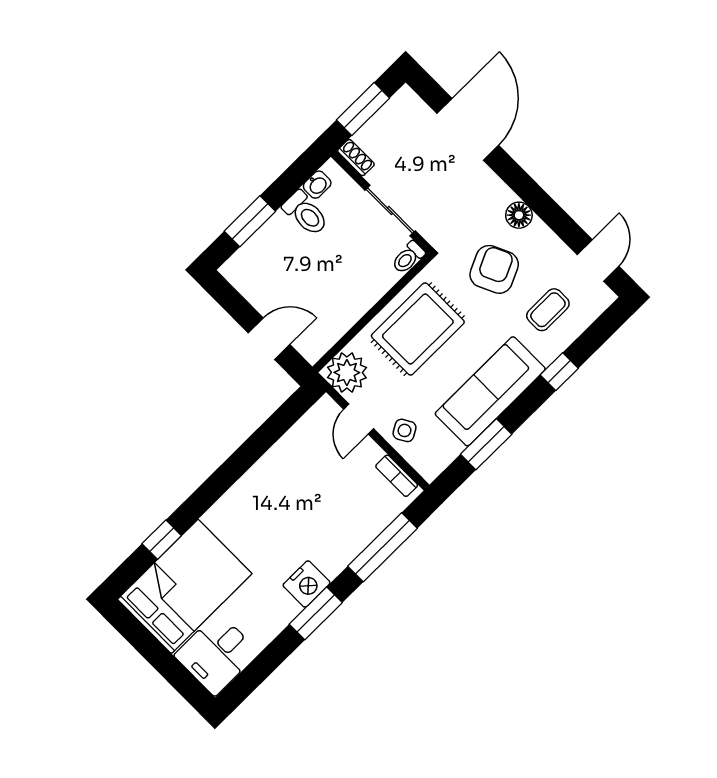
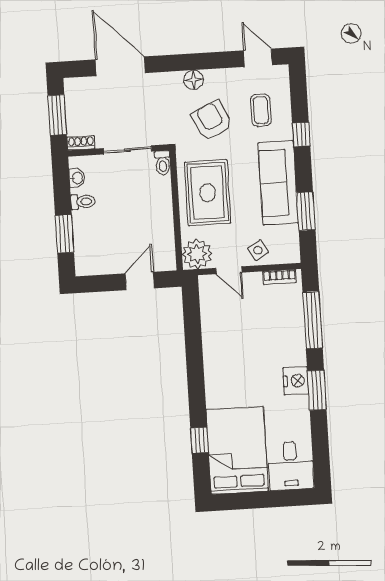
toilet: (306, 213) -> (83, 202), width x0.73, depth x0.72

